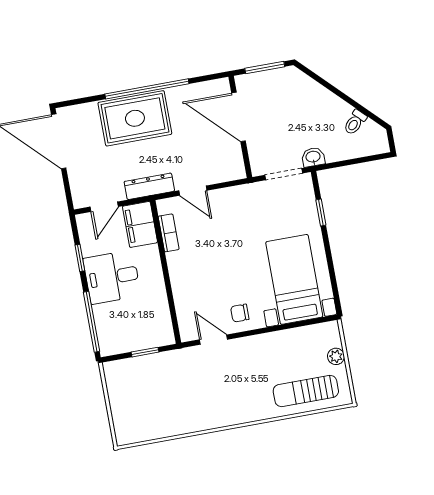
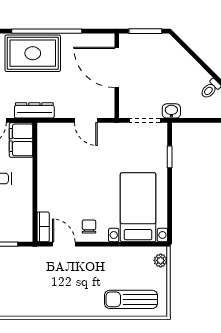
door: (193, 191) -> (86, 120), moved
bookcase: (169, 233) -> (43, 227), moved
chair: (240, 313) -> (89, 227), turned 90
plant: (336, 356) -> (161, 260), moved

